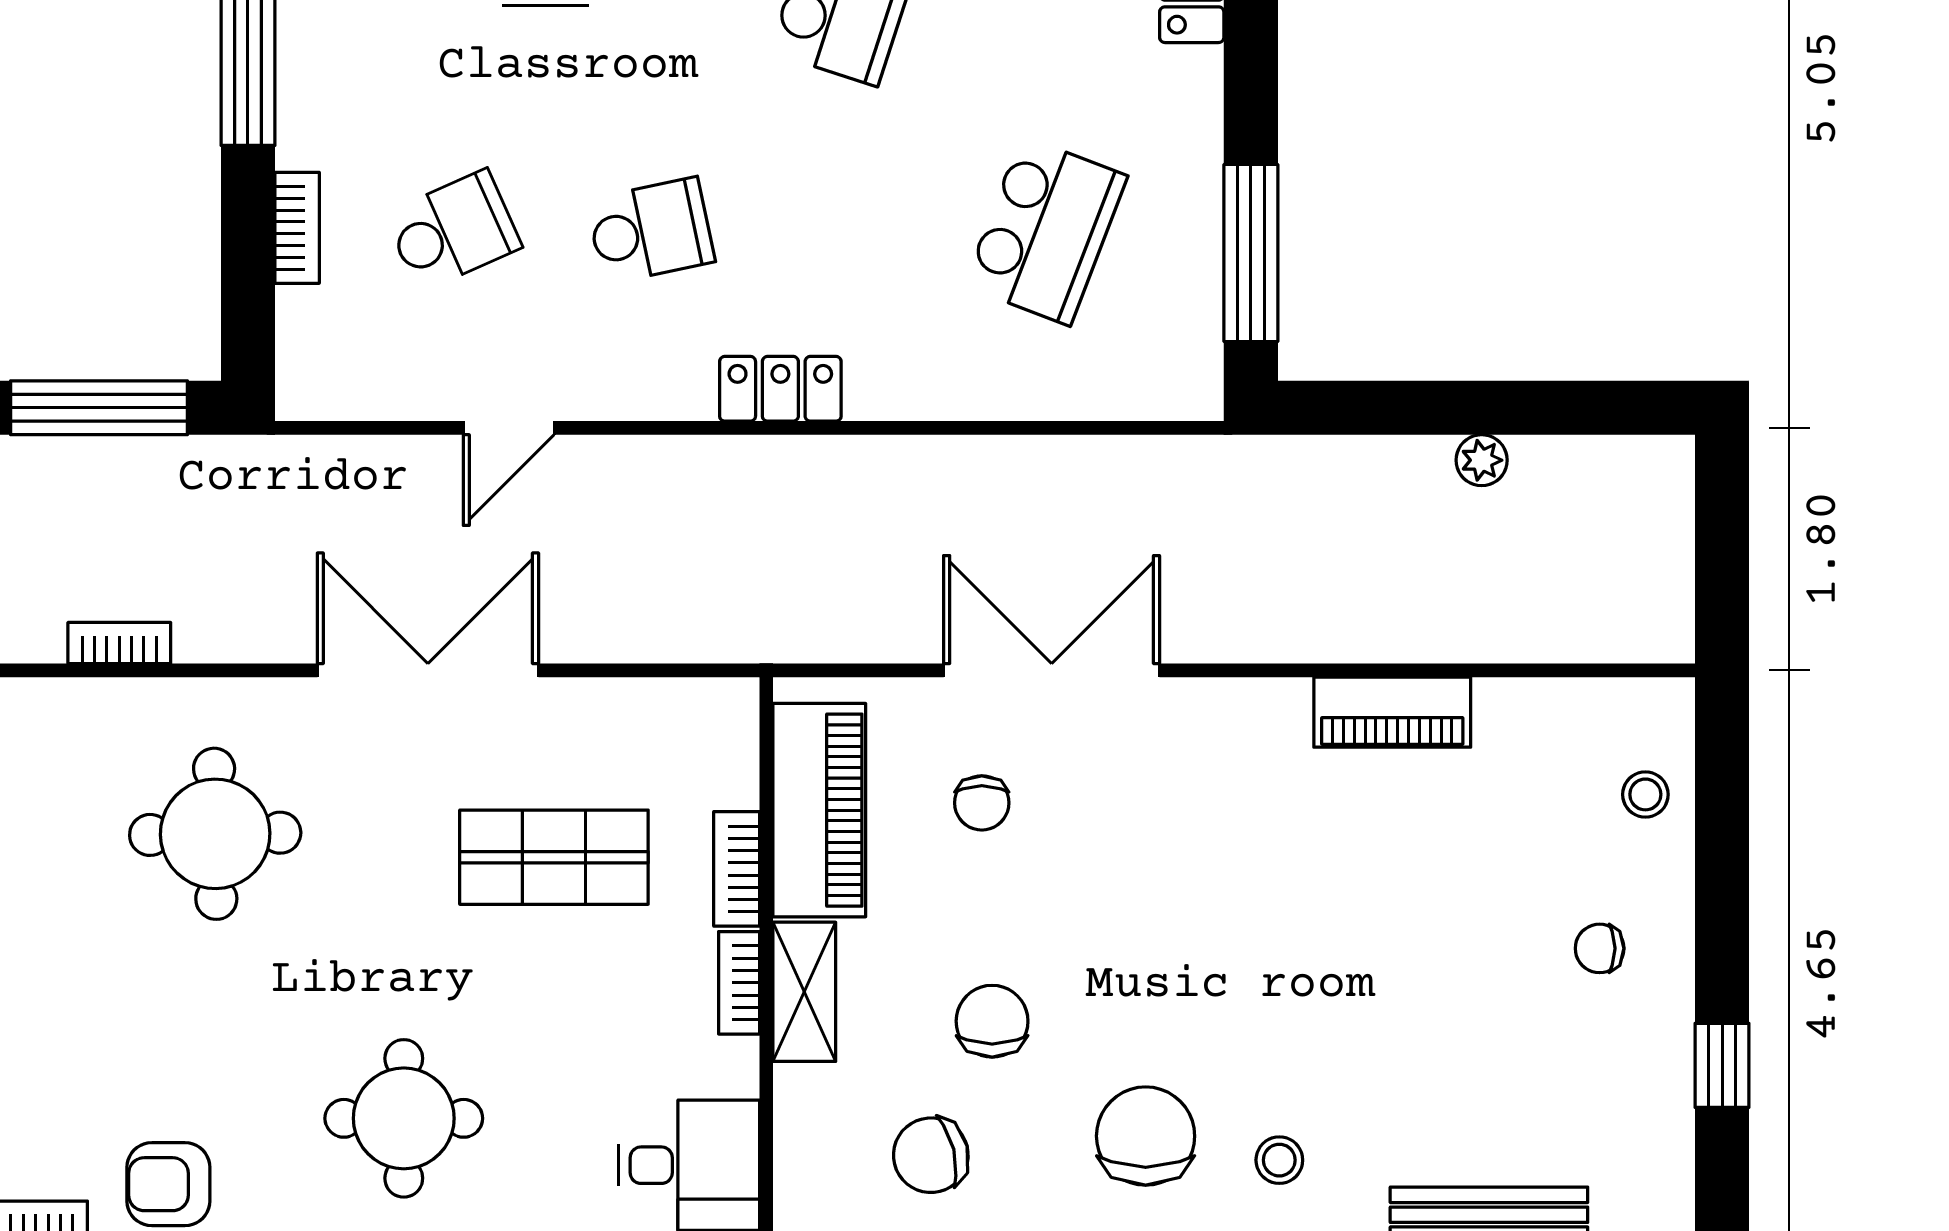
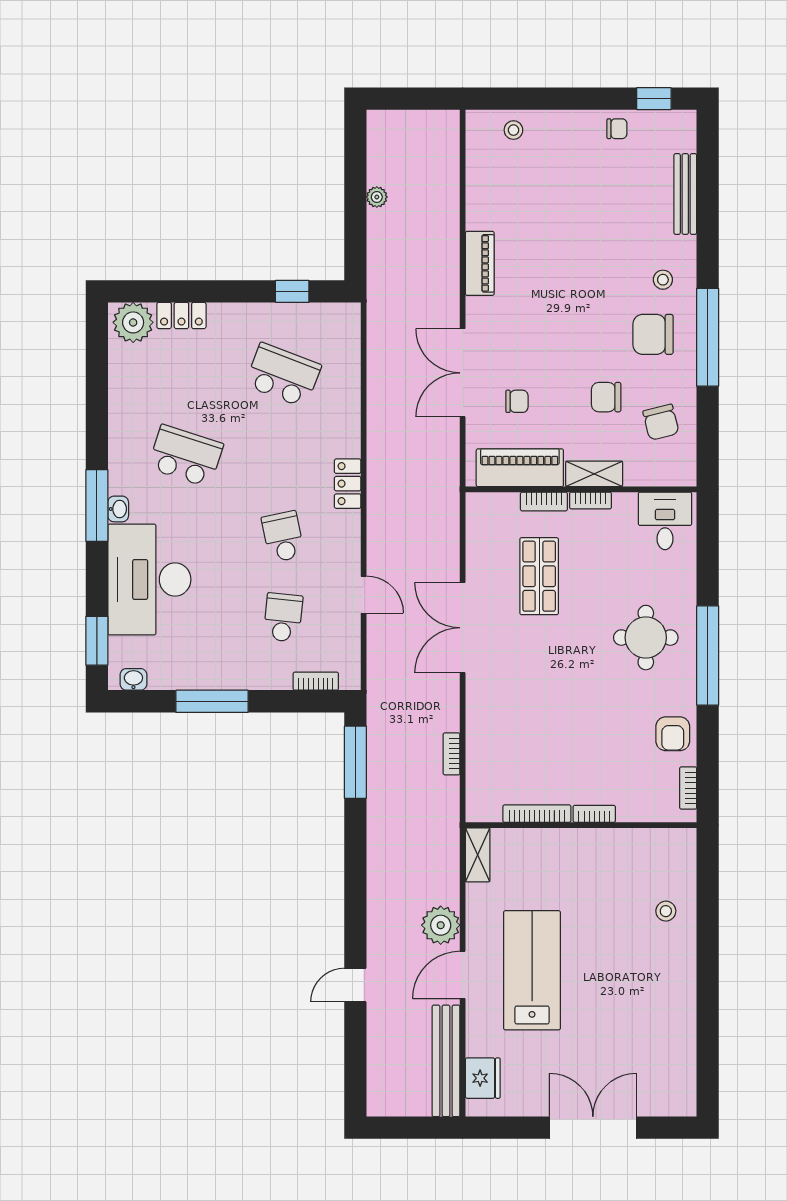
bookcase: (297, 228) -> (316, 681), moved
school desk: (453, 231) -> (283, 617), turned 30
window: (1251, 253) -> (292, 291), width x0.46
piano: (1392, 712) -> (480, 263), moved
round table: (215, 834) -> (530, 715), removed
chair: (1600, 948) -> (617, 129), moved, turned -90
window: (1722, 1065) -> (654, 99), moved

